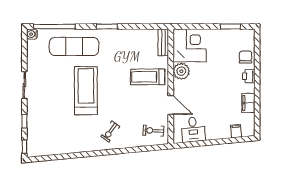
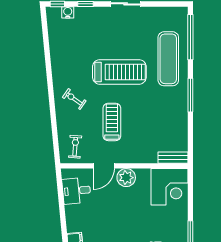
window: (107, 27) -> (190, 95), width x1.44
water cooler: (32, 34) -> (68, 12), moved
plant: (181, 71) -> (126, 178), moved
treadmill: (148, 77) -> (112, 122), moved

